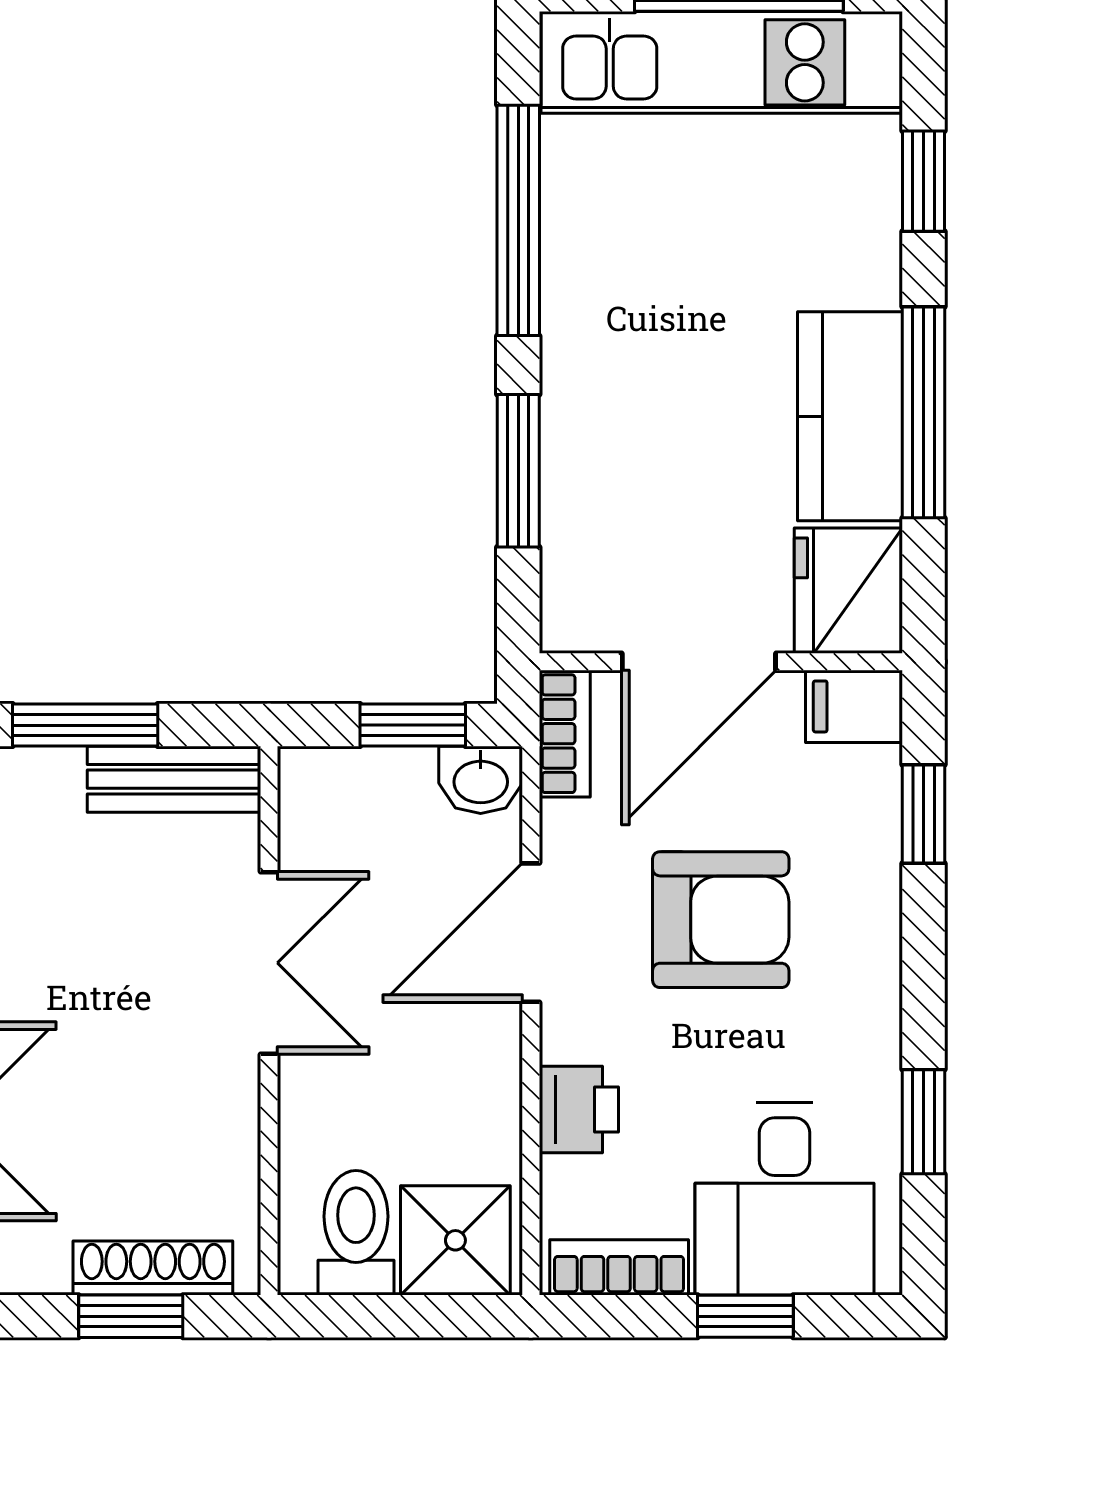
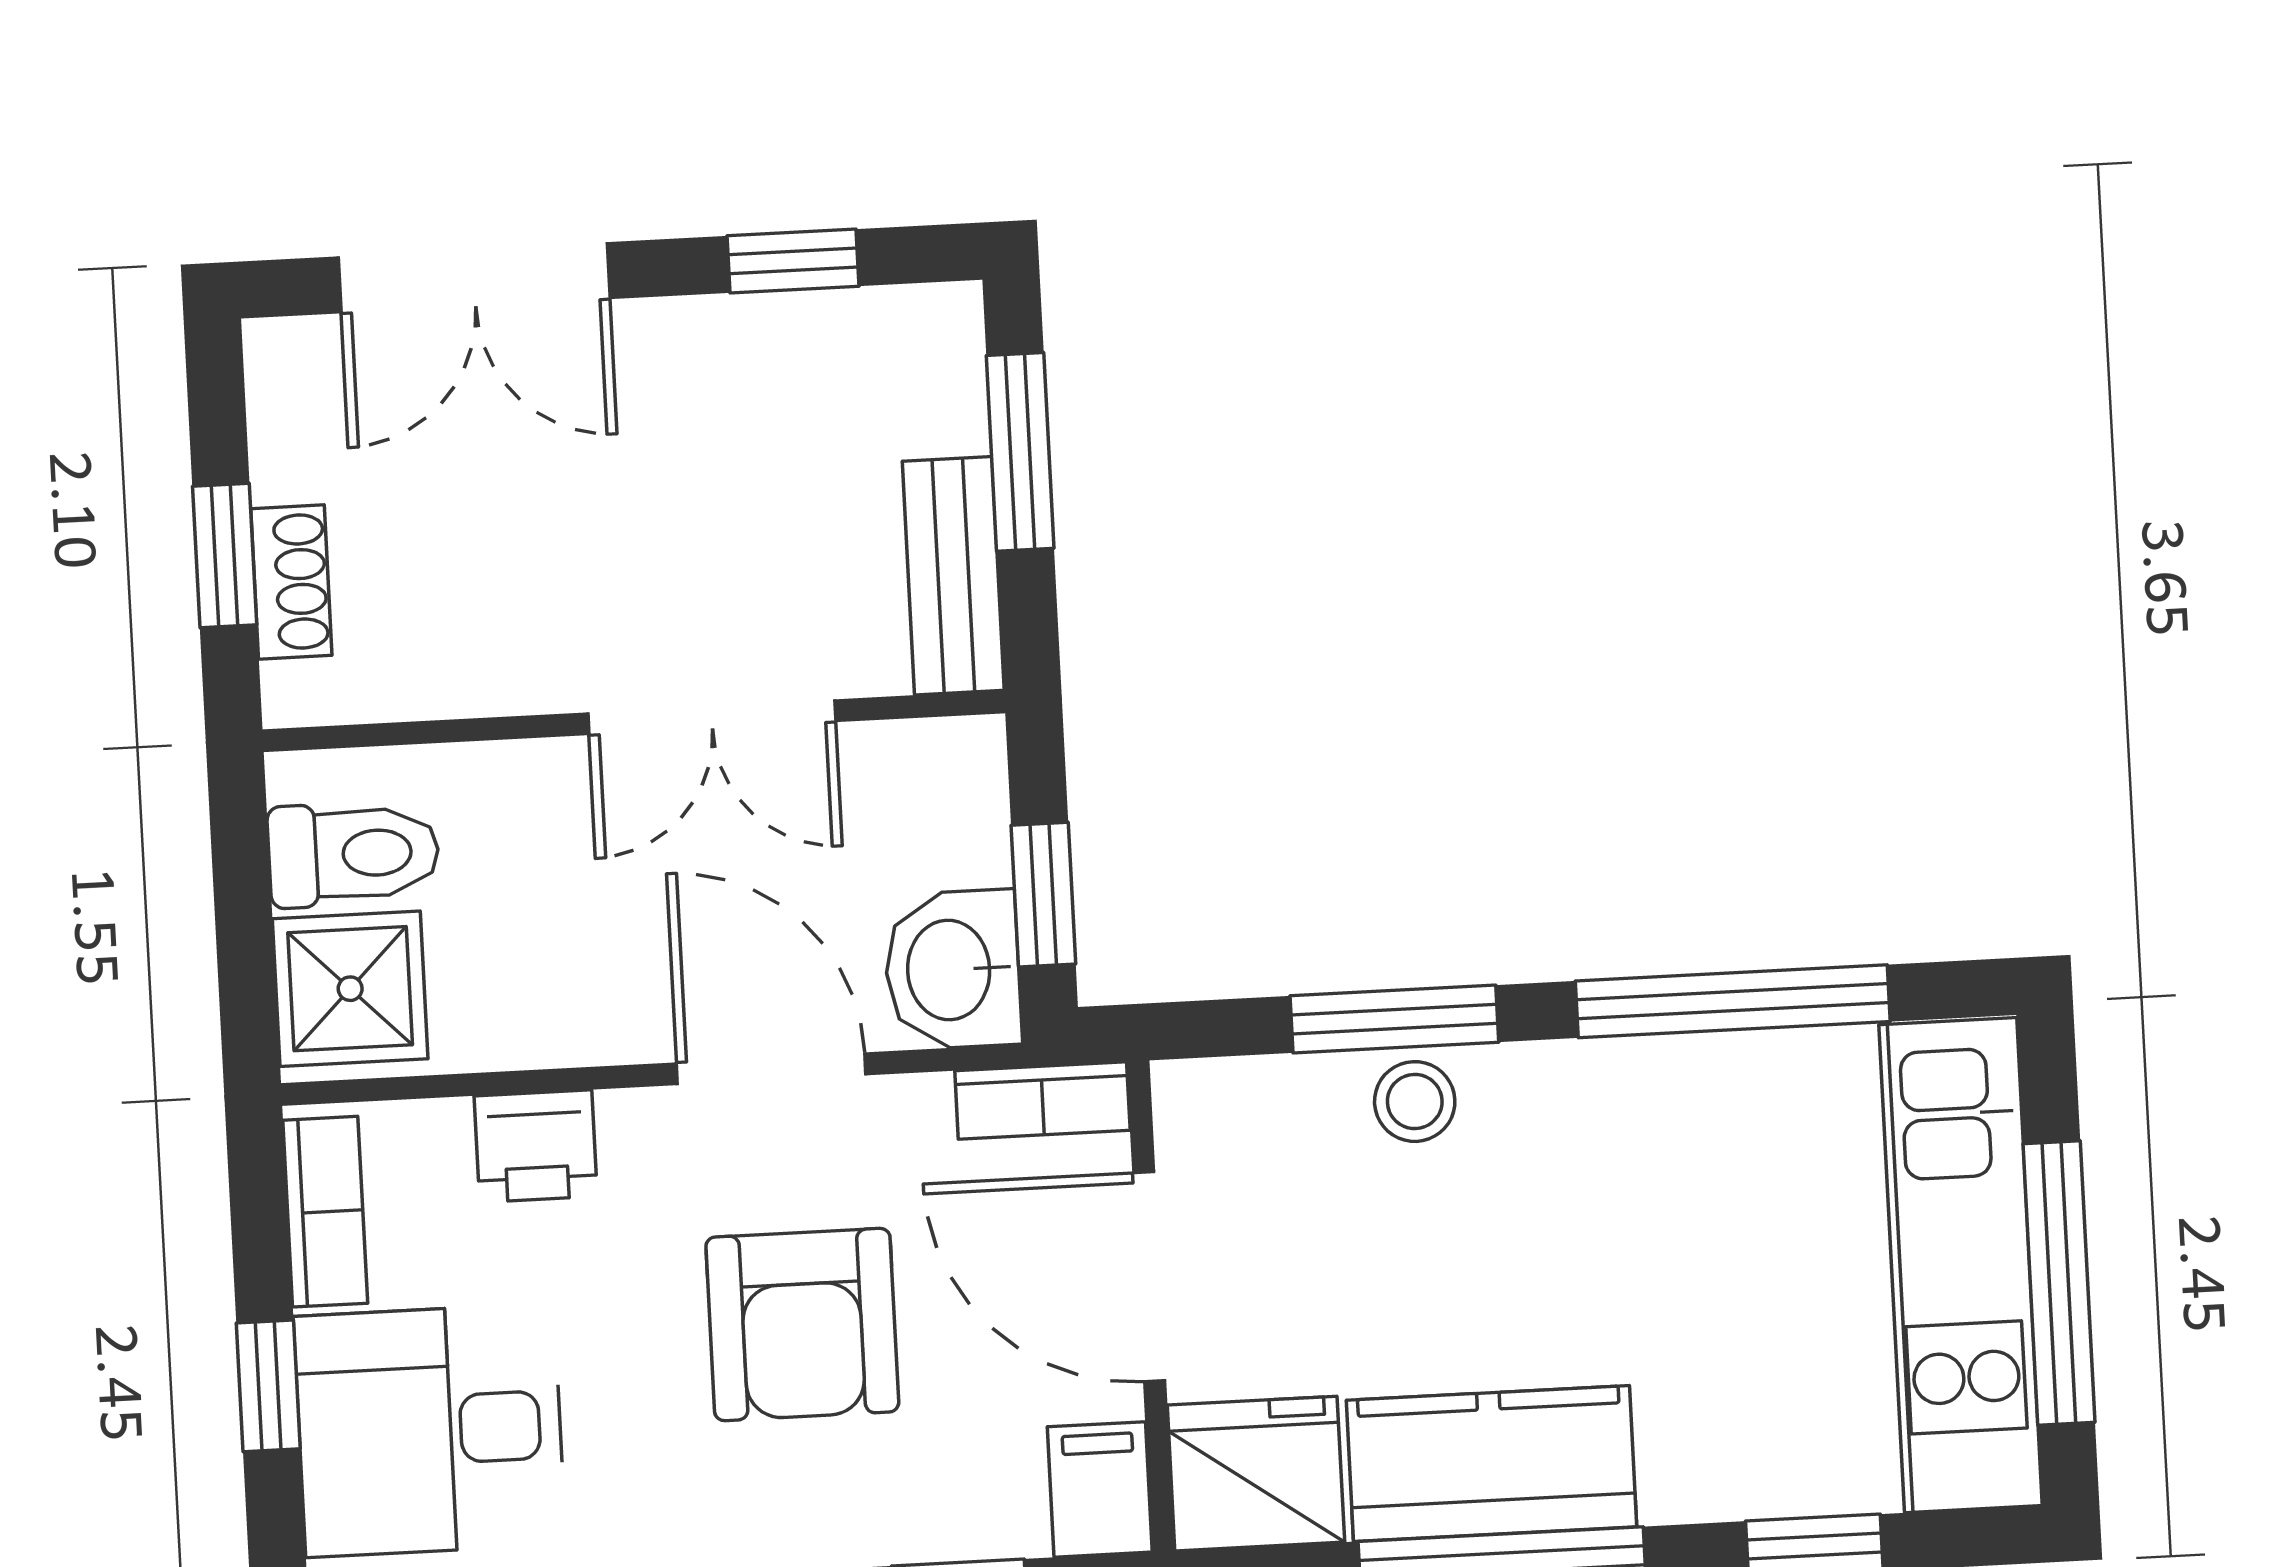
stool: (580, 459) -> (1415, 1102), added
washbasin: (481, 780) -> (953, 970), width x1.38, depth x1.45
shoe rack: (153, 1268) -> (291, 582), width x0.70

